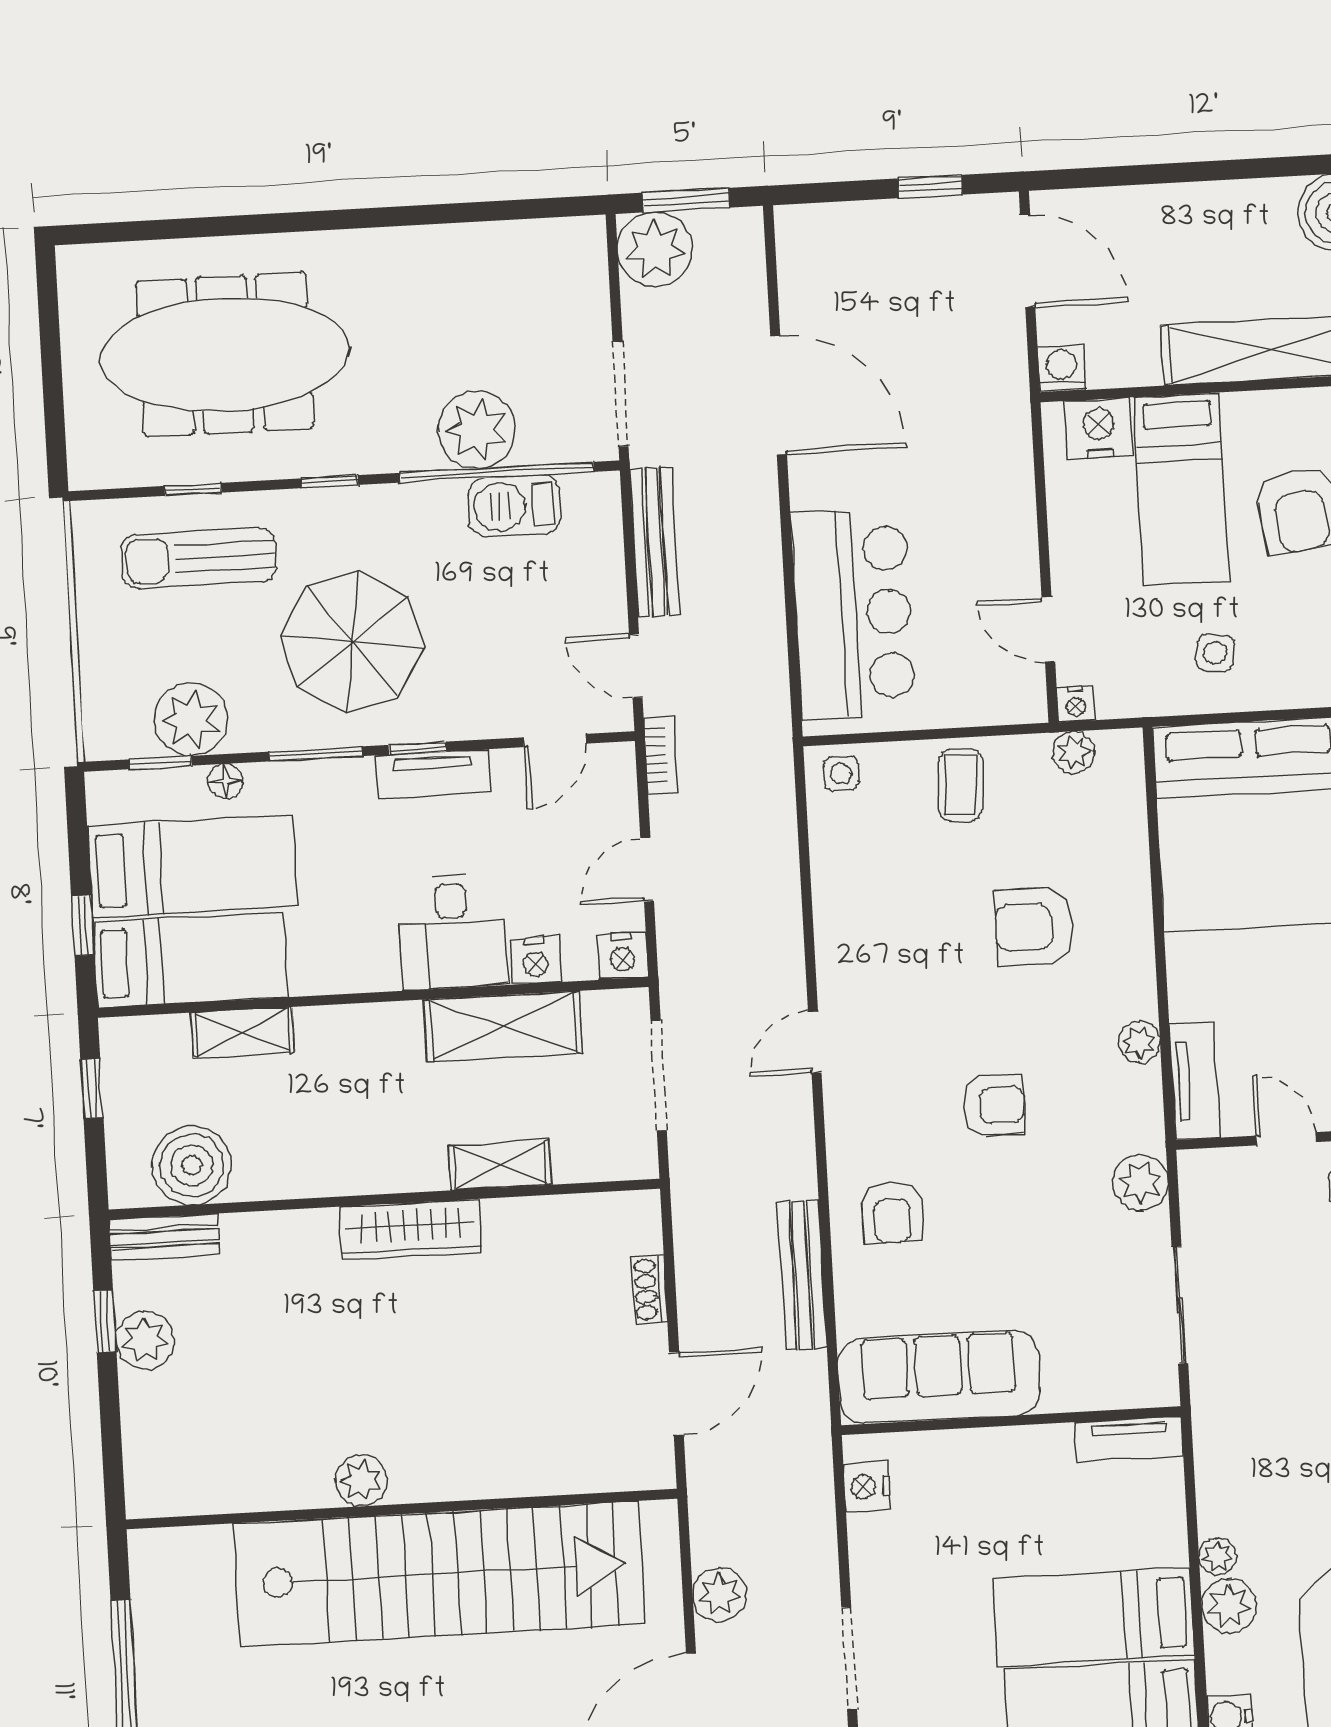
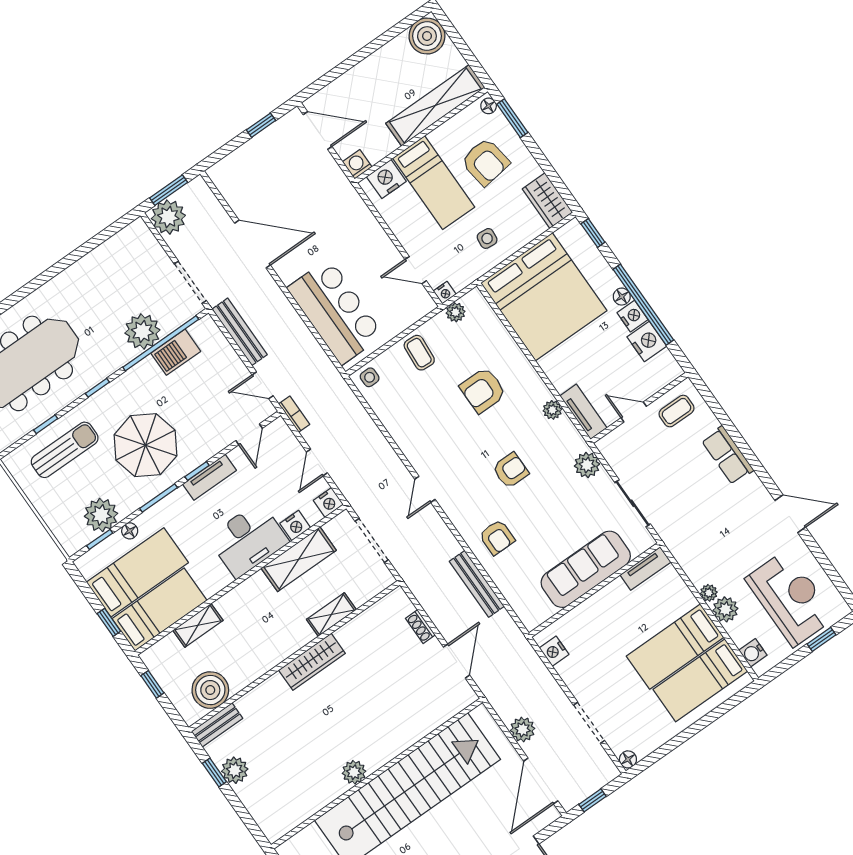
sun lounger: (199, 558) -> (65, 450), turned 180
desk: (452, 931) -> (248, 540), width x1.37
sofa: (939, 1377) -> (586, 569), moved

